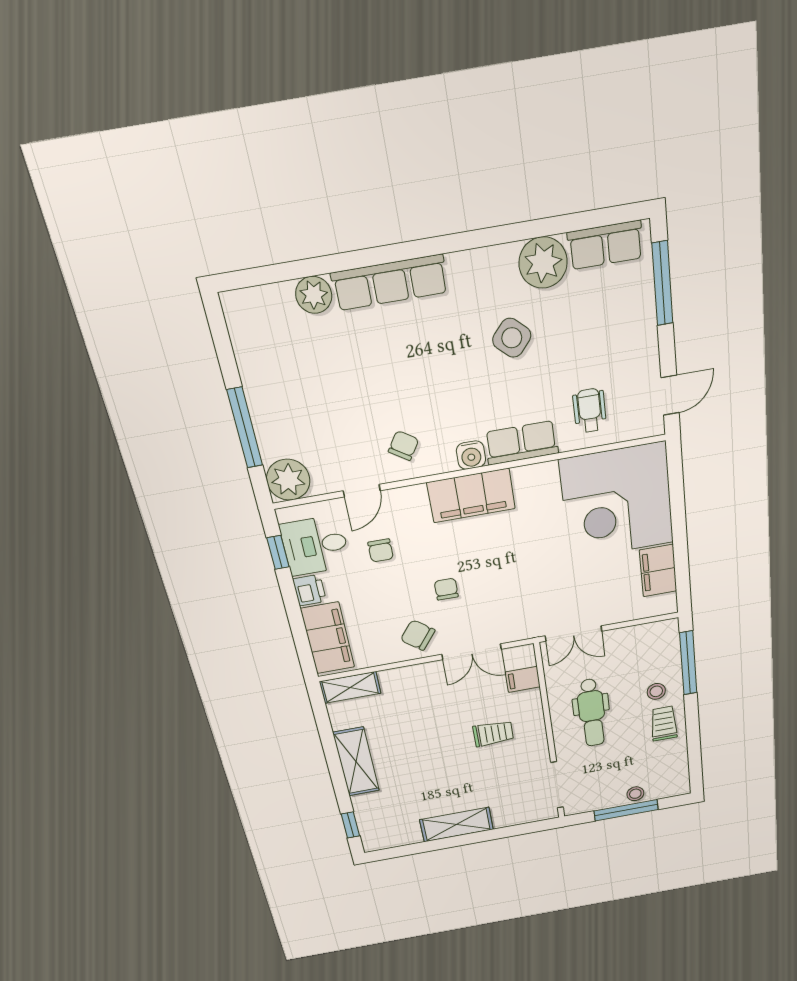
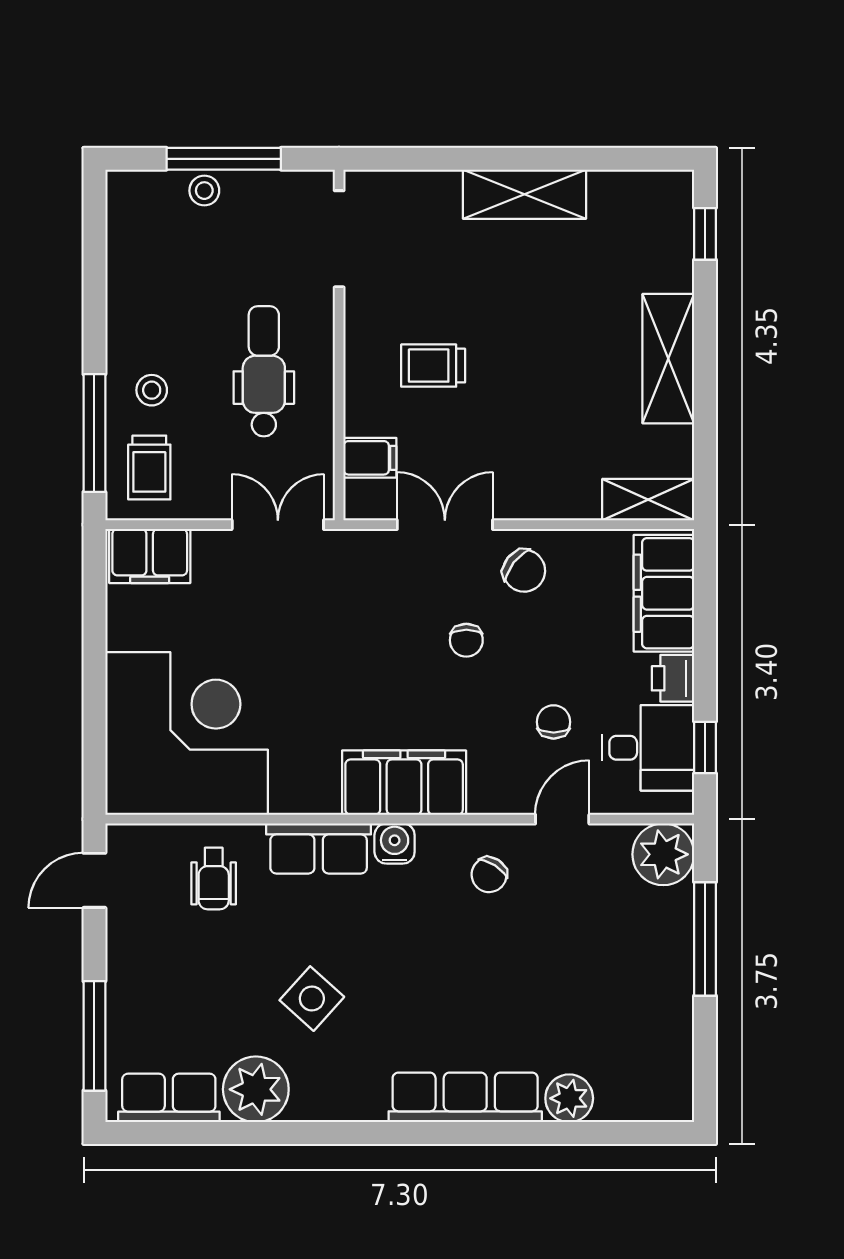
filing cabinet: (658, 571) -> (150, 556), moved, turned 90
trolley: (664, 724) -> (149, 467), moved

